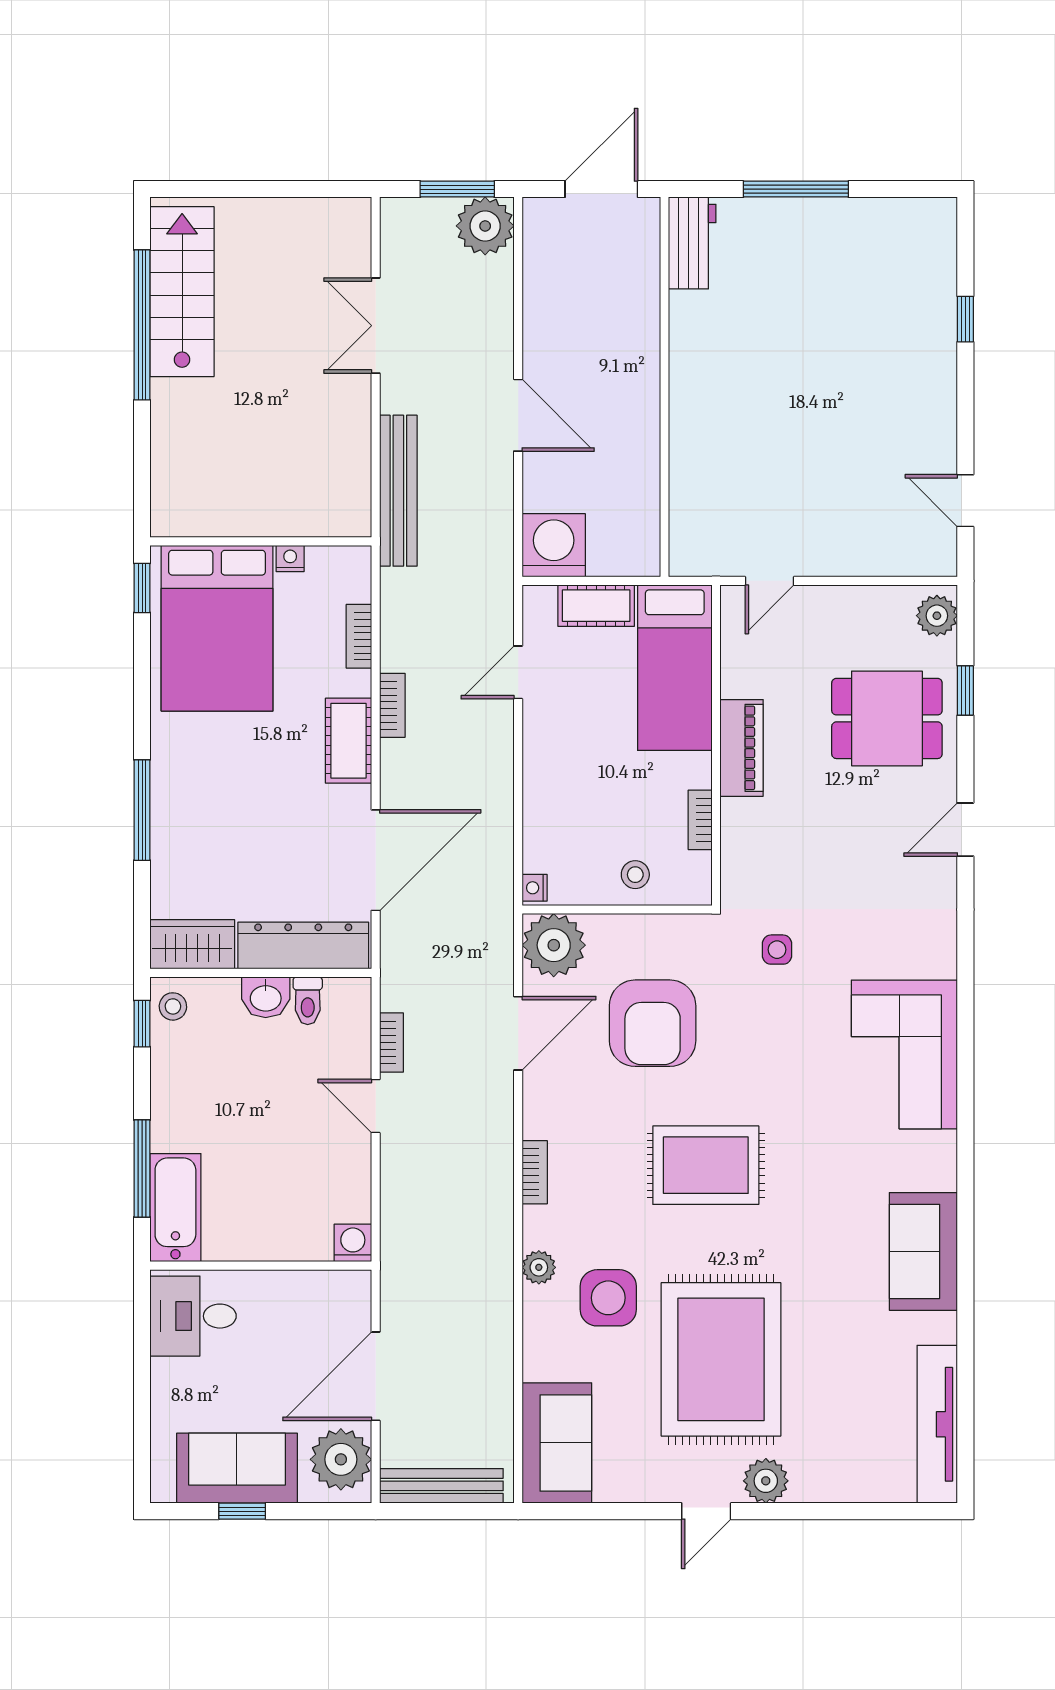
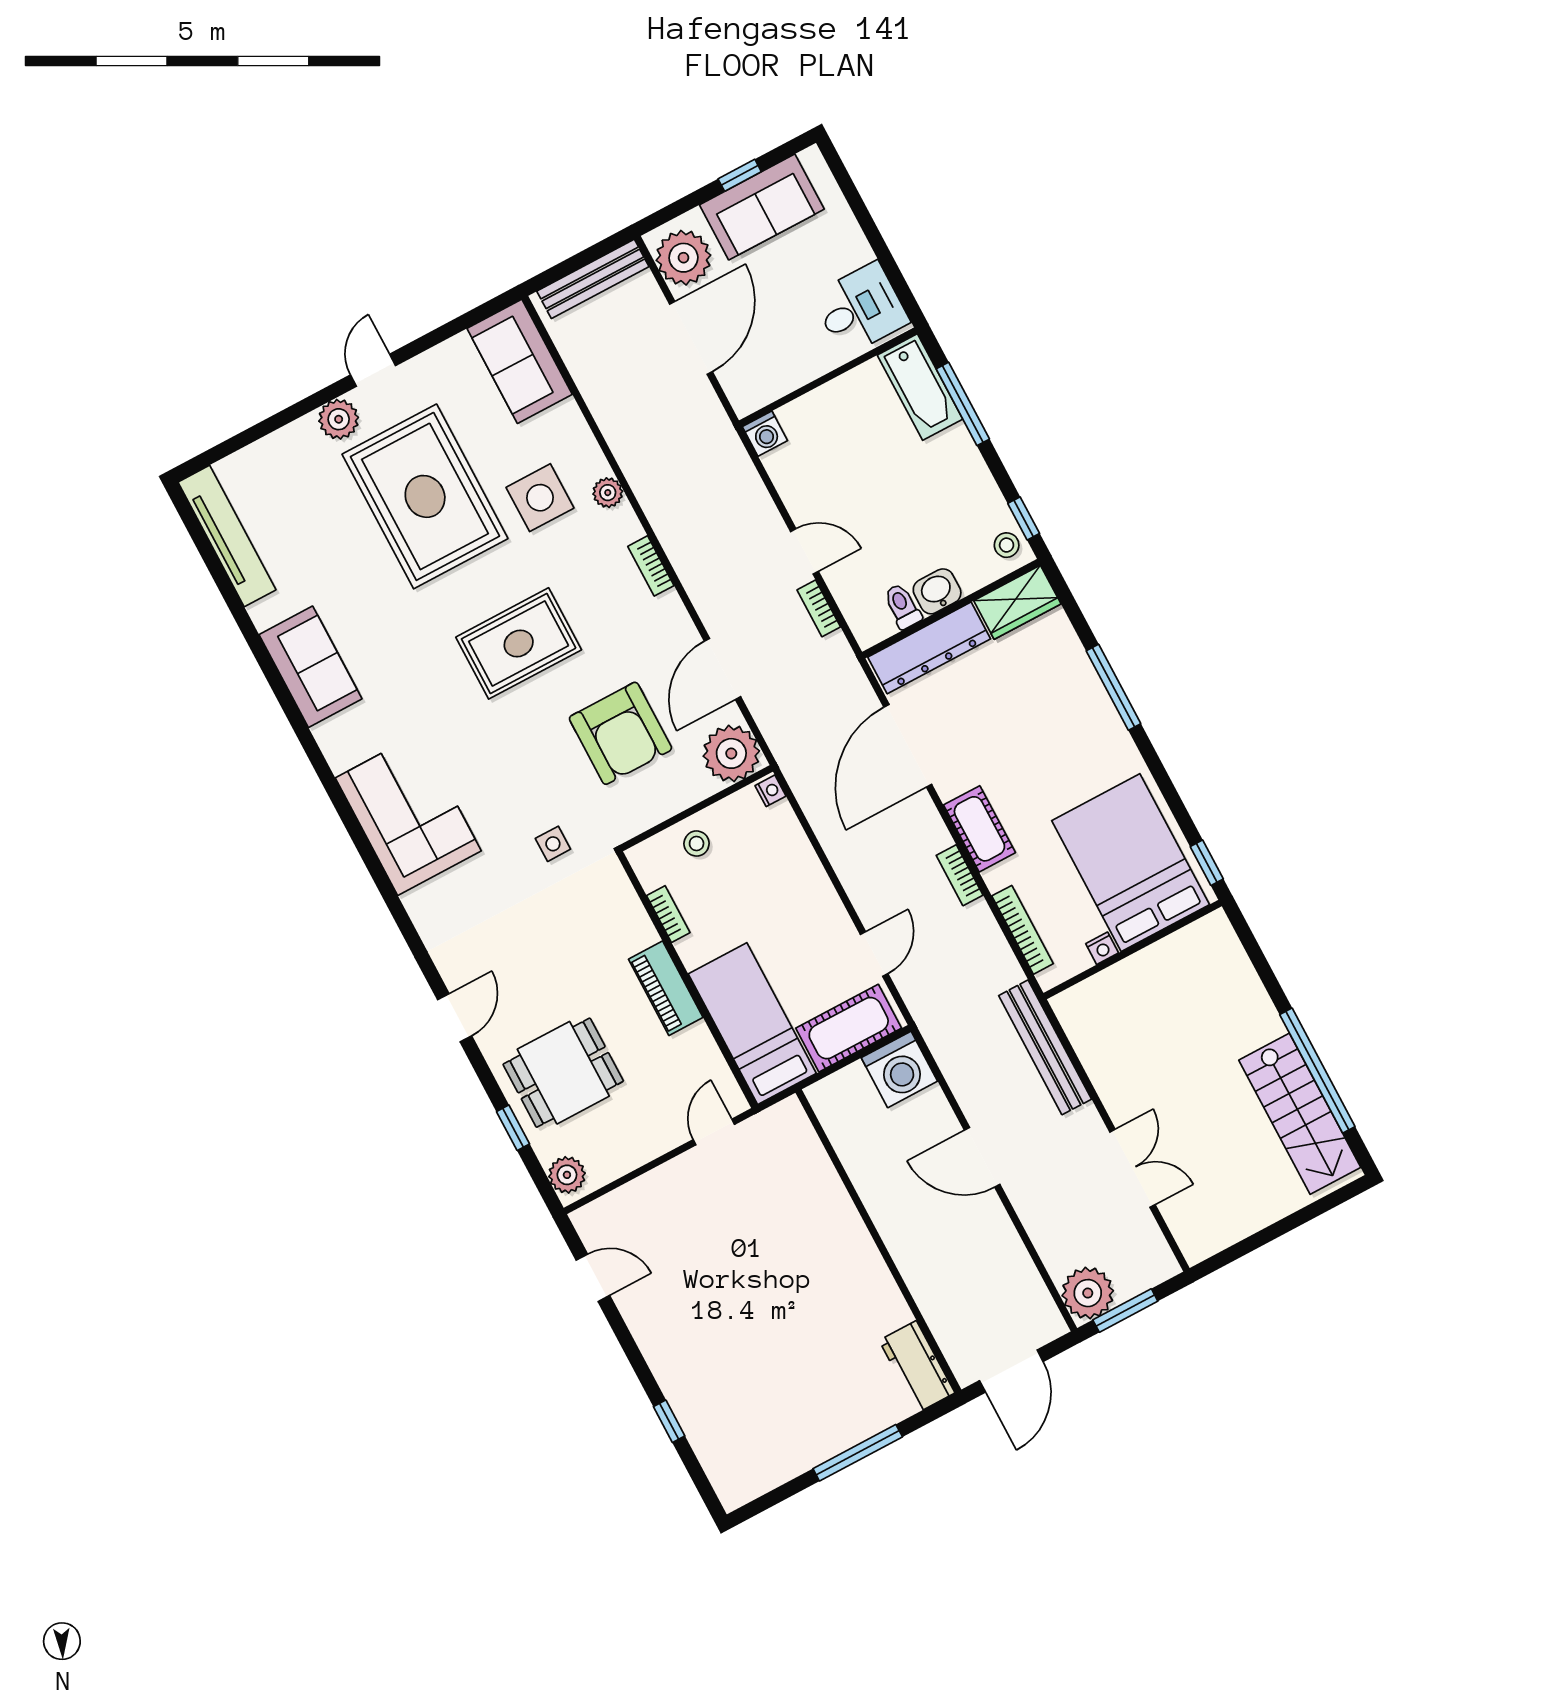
cot: (596, 606) -> (849, 1028), width x1.37, depth x1.34
bookcase: (359, 636) -> (1023, 930), width x1.56
armchair: (653, 1023) -> (620, 733), turned 180

